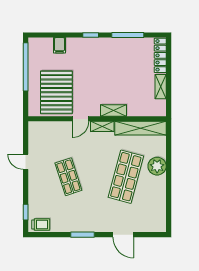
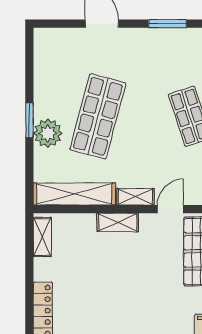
shelving: (161, 87) -> (42, 237), moved
window: (169, 174) -> (29, 120), added

